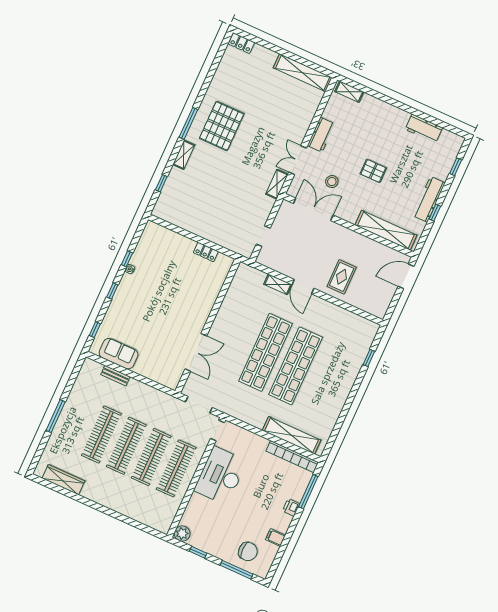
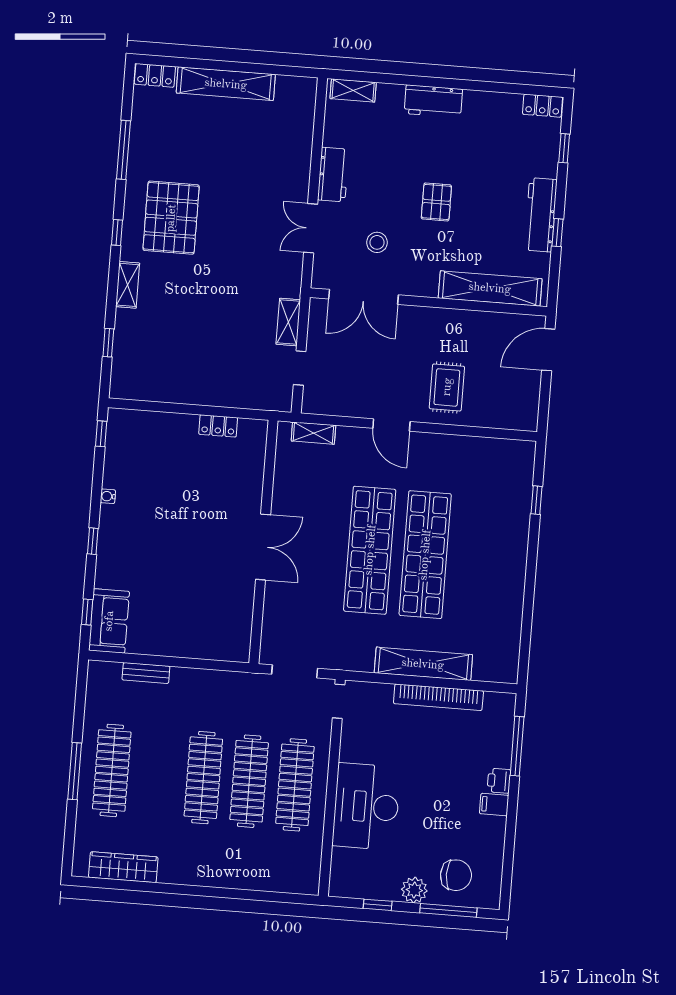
shelving: (303, 73) -> (226, 84), moved
window: (209, 78) -> (124, 150), added
window: (188, 123) -> (117, 233), width x0.46
workbench: (424, 128) -> (433, 101), moved
locker: (452, 139) -> (543, 106), added
pallet: (373, 171) -> (436, 202), turned 90
shelving: (277, 184) -> (288, 322), moved
double door: (313, 209) -> (363, 297), swing flipped
window: (127, 259) -> (101, 434), moved
shelving: (278, 284) -> (313, 433), moved
double door: (196, 352) -> (263, 547), moved
sofa: (119, 354) -> (109, 621), moved, turned 90
clothes rail: (101, 434) -> (112, 770), moved
shelving: (292, 435) -> (423, 664), moved
bookcase: (292, 457) -> (438, 697), moved
desk: (220, 476) -> (366, 806), moved
plant: (182, 534) -> (414, 890), moved
filing cabinet: (275, 537) -> (494, 805), moved

